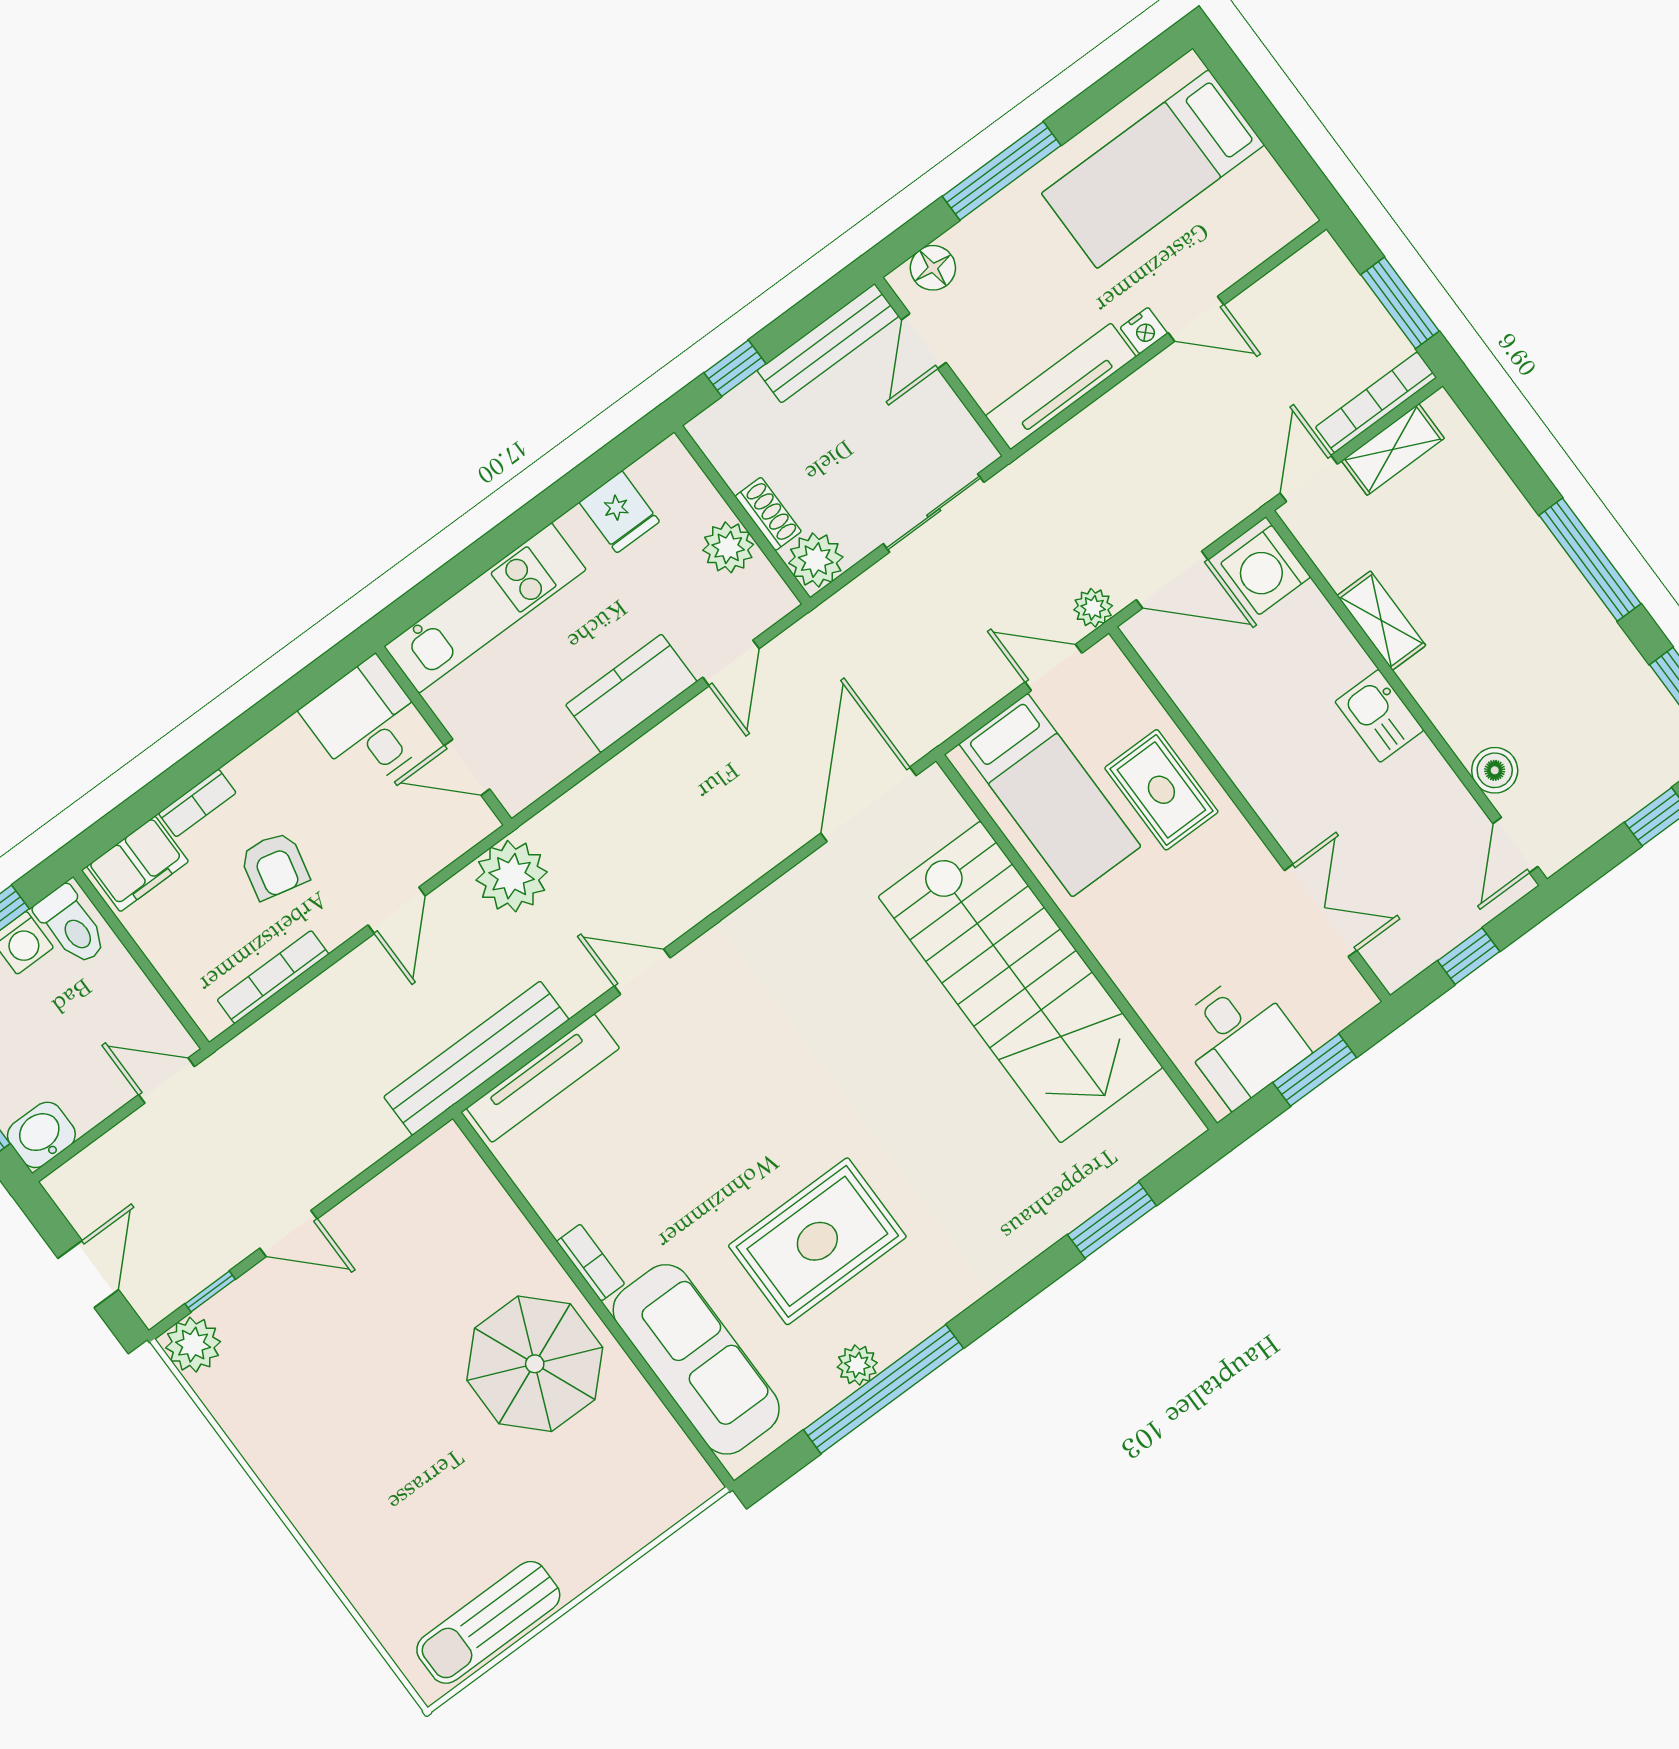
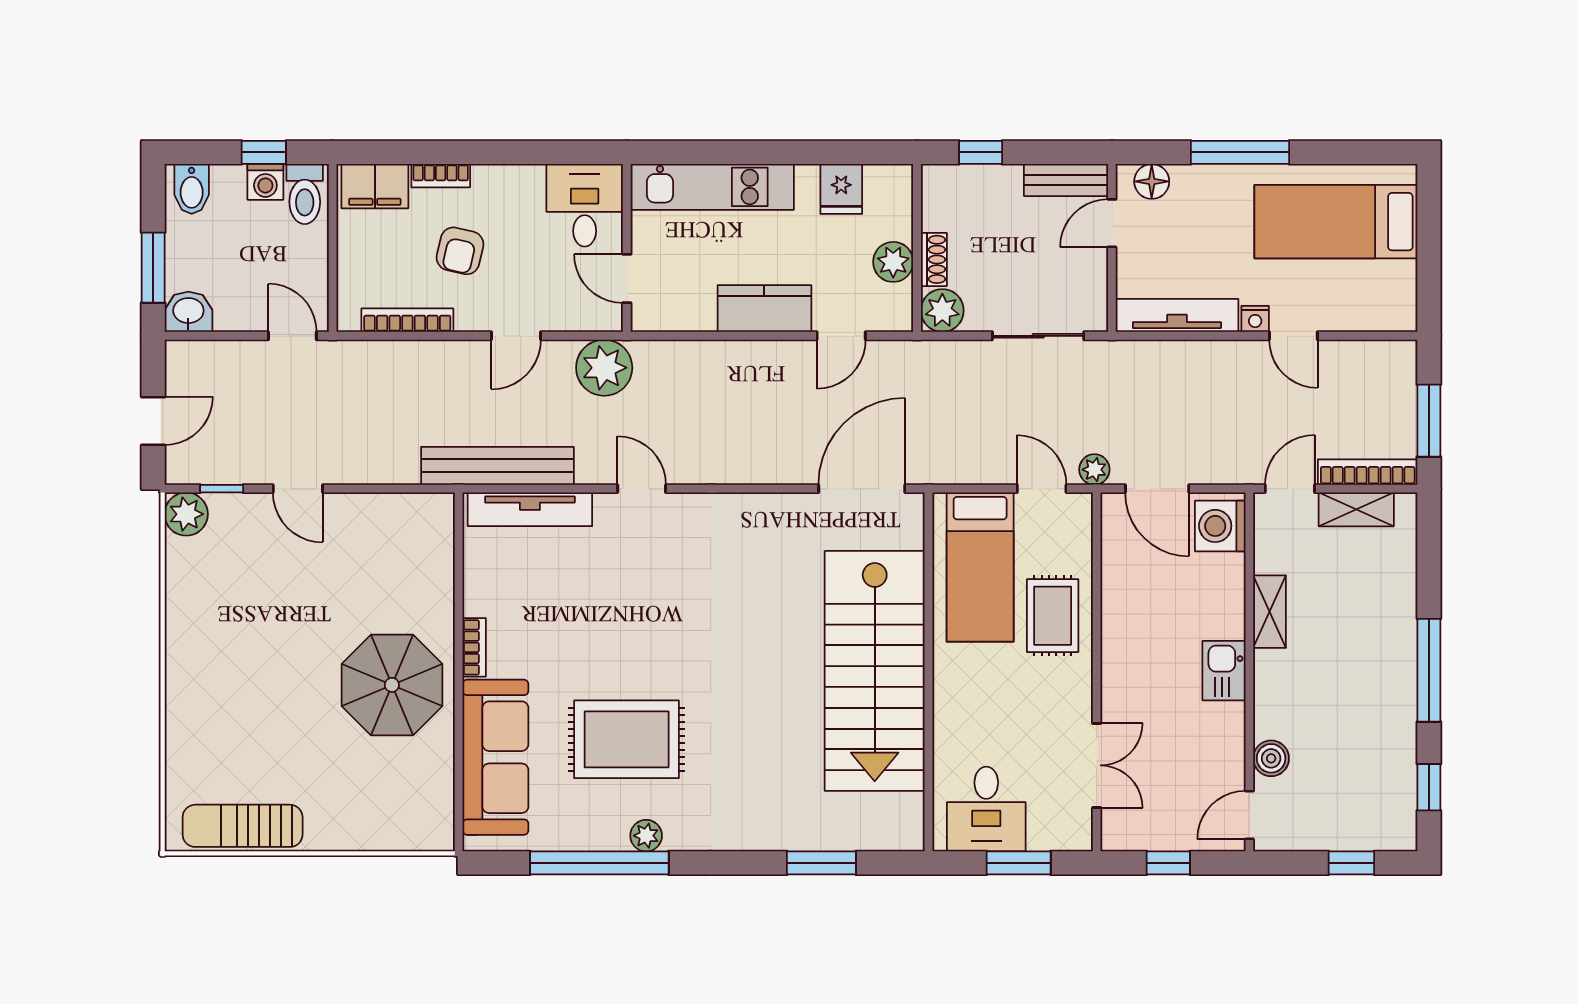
bench: (828, 343) -> (1066, 180), width x0.73
plant: (857, 1365) -> (646, 836), moved

